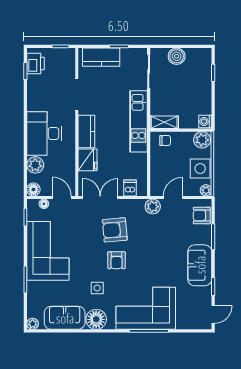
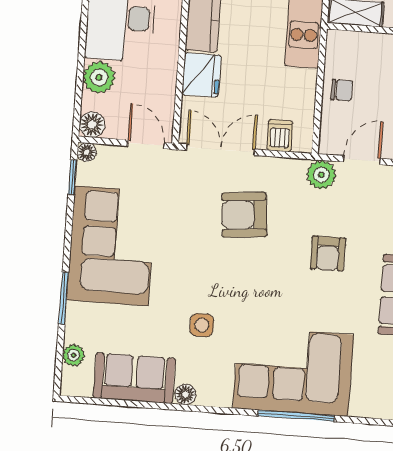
chair: (165, 140) -> (342, 90), moved
floor lamp: (44, 204) -> (87, 152), moved
armchair: (117, 260) -> (328, 253), moved
floor lamp: (96, 319) -> (185, 394), width x0.53, depth x0.53
plant: (33, 324) -> (73, 355), moved

